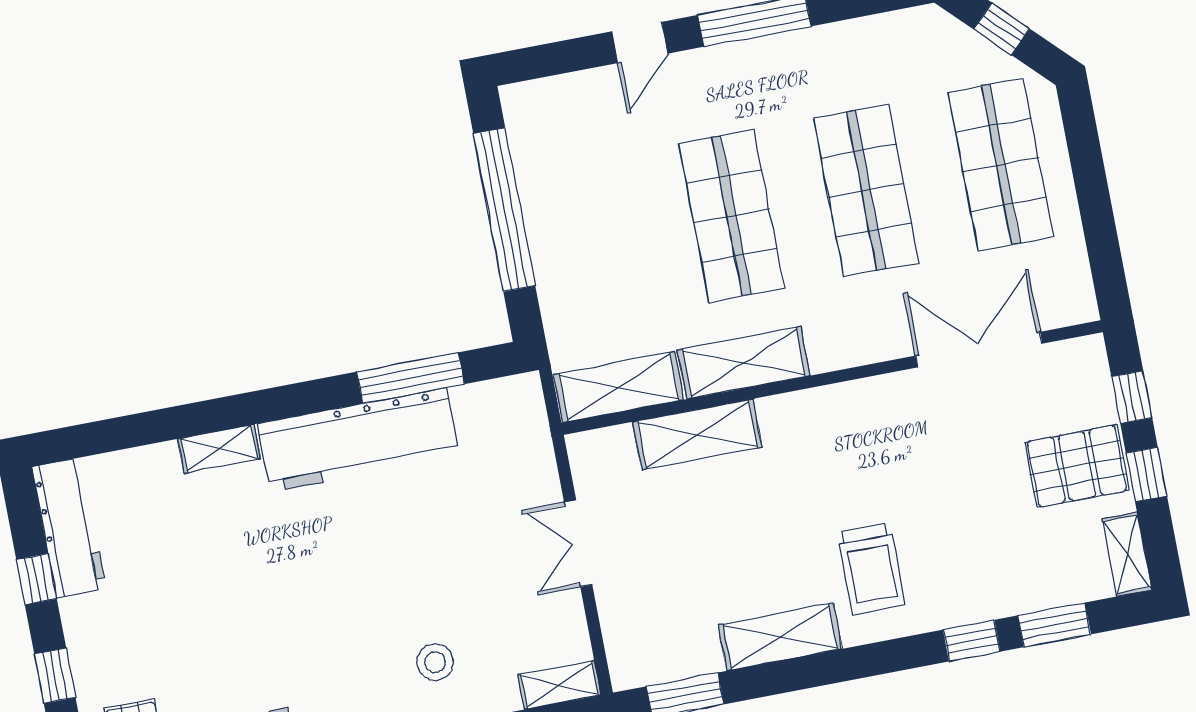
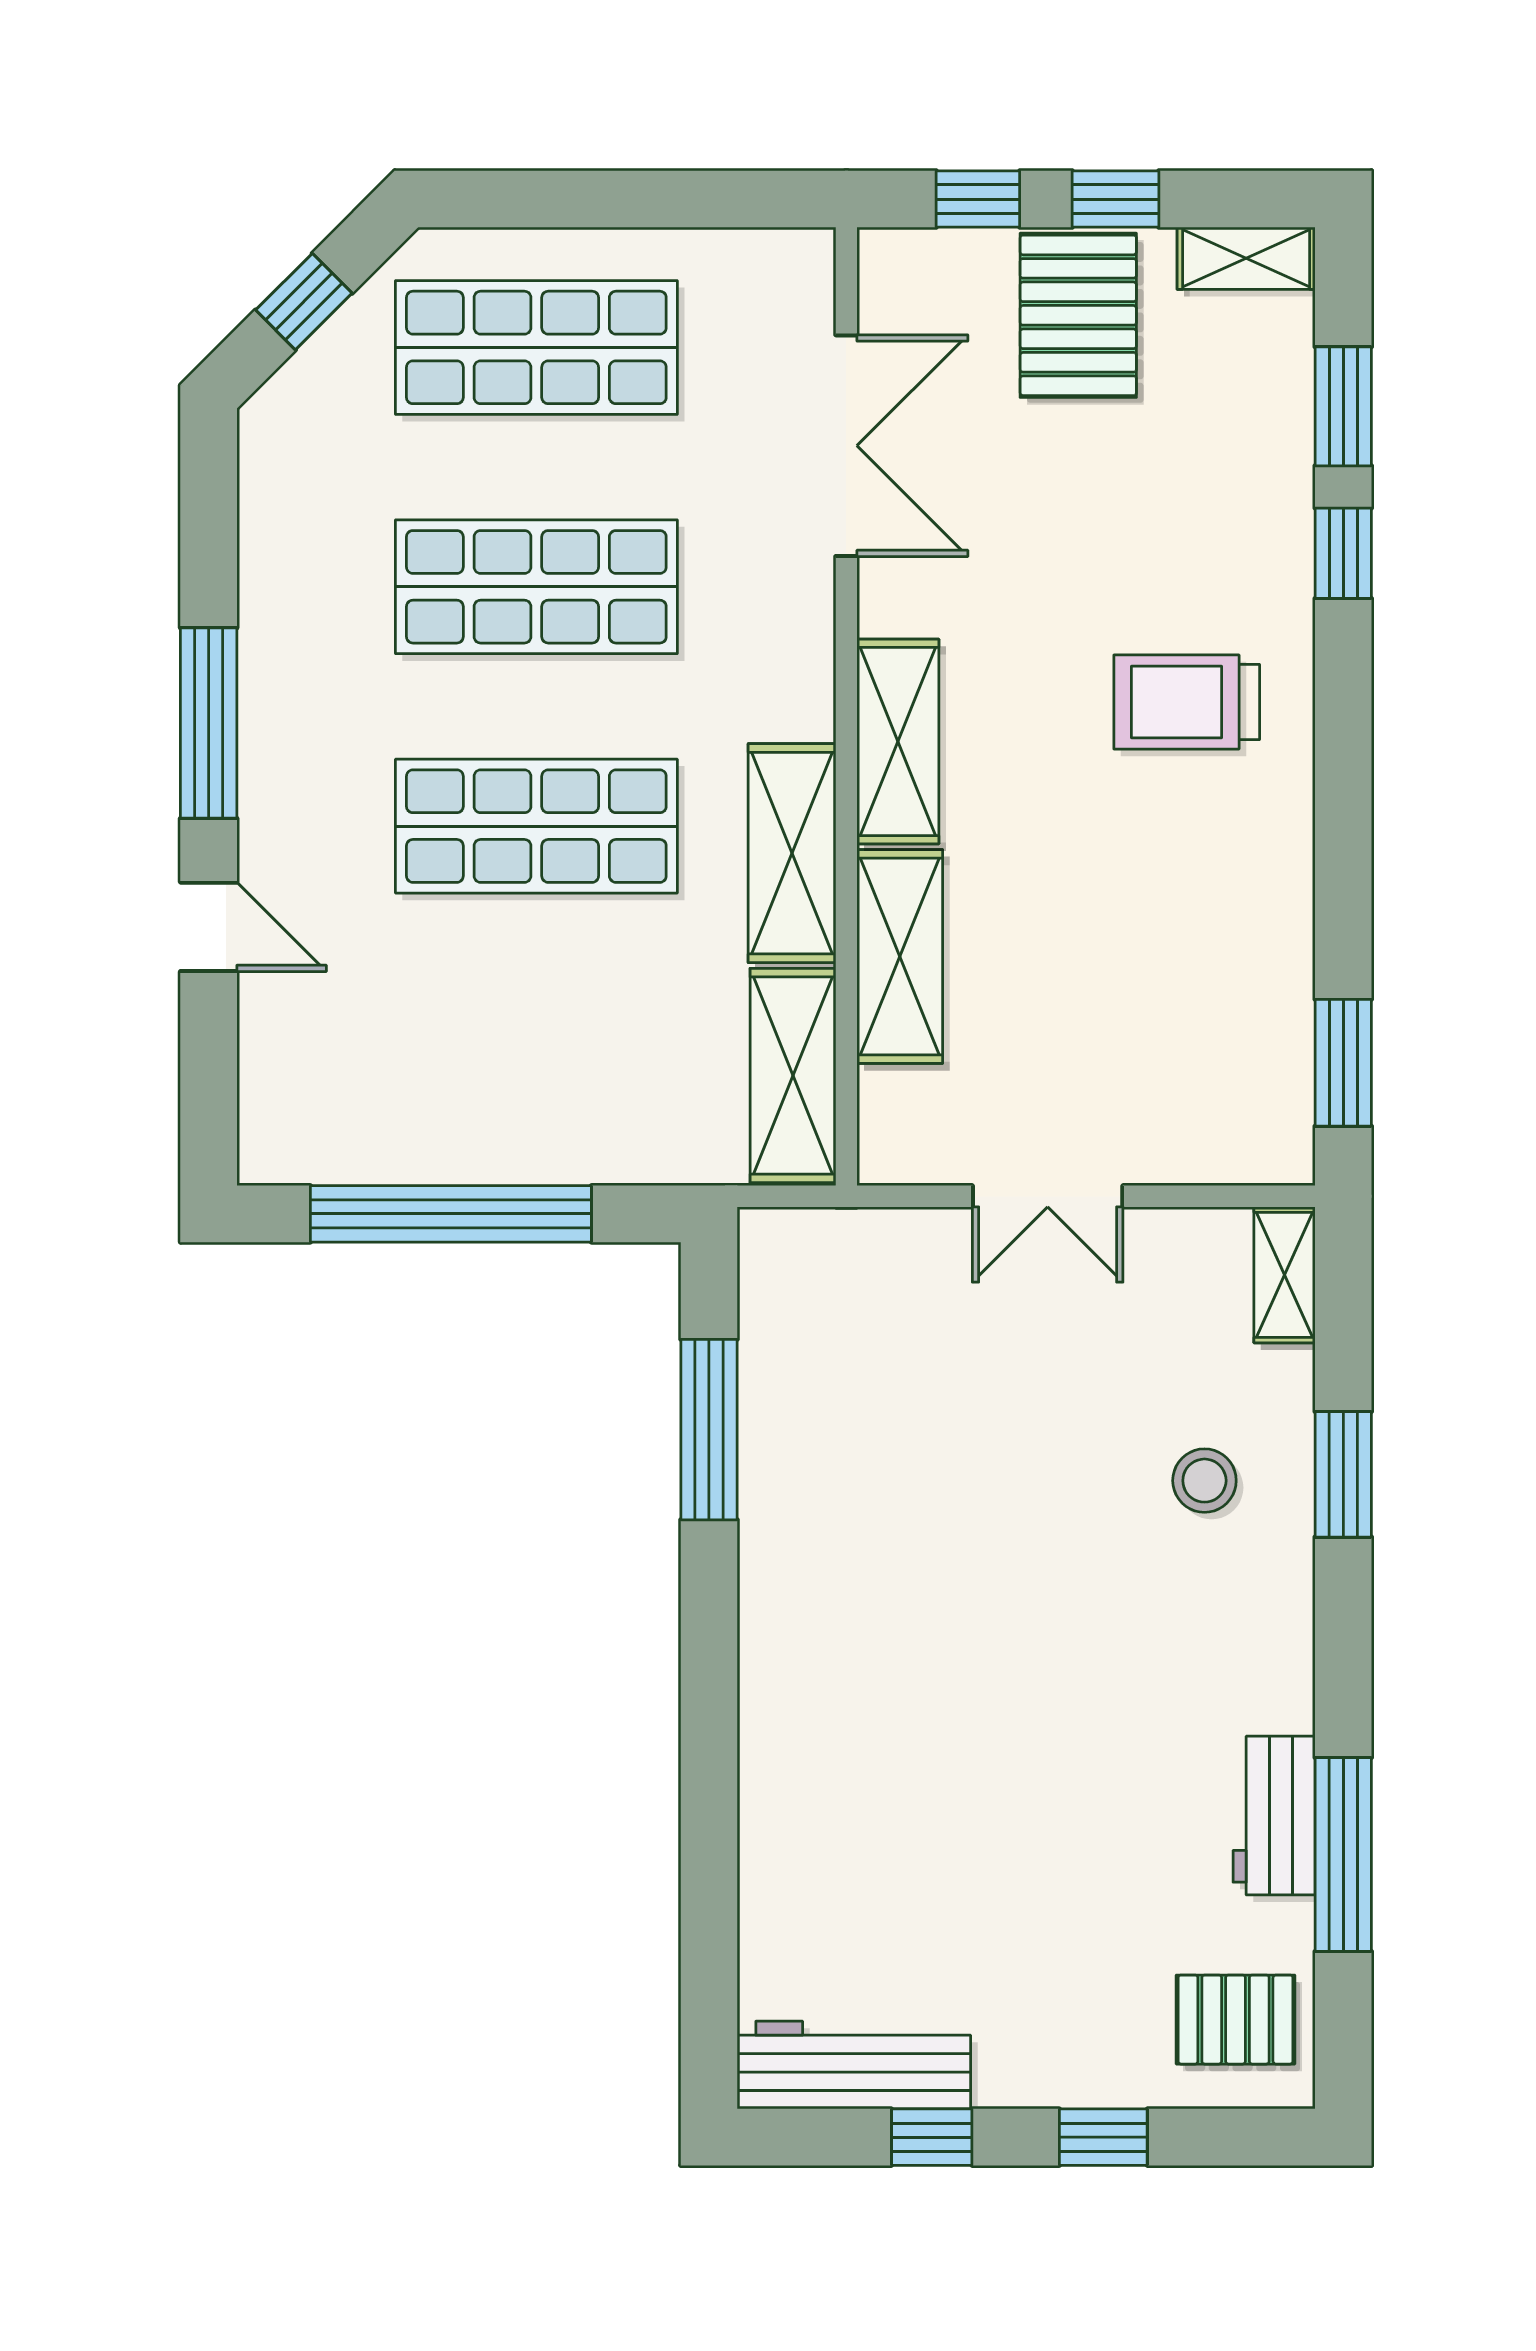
double door: (979, 350) -> (846, 446), swing flipped
workbench: (358, 440) -> (799, 1539), removed
shelving: (219, 449) -> (768, 1781), removed
trolley: (871, 569) -> (1187, 702), turned 180
shelving: (780, 637) -> (898, 742), moved

